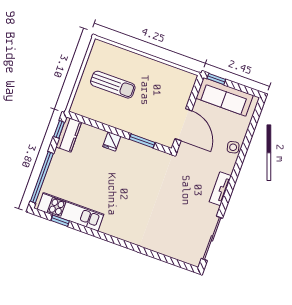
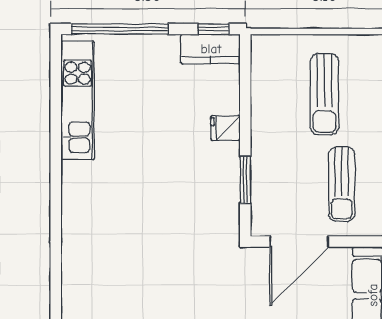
sun lounger: (162, 92) -> (342, 184), added
window: (60, 221) -> (56, 88), removed

